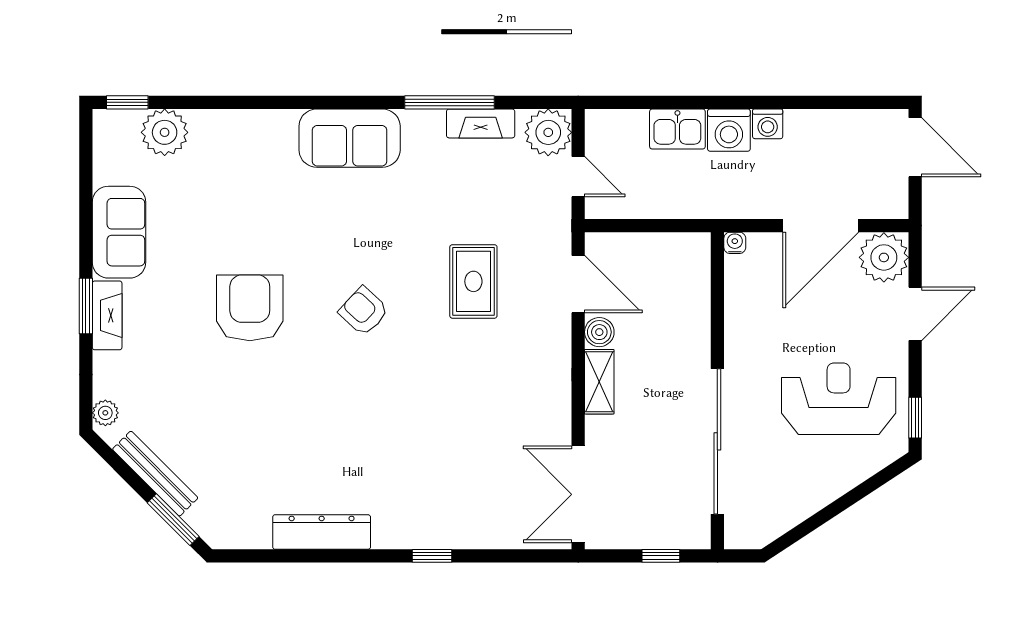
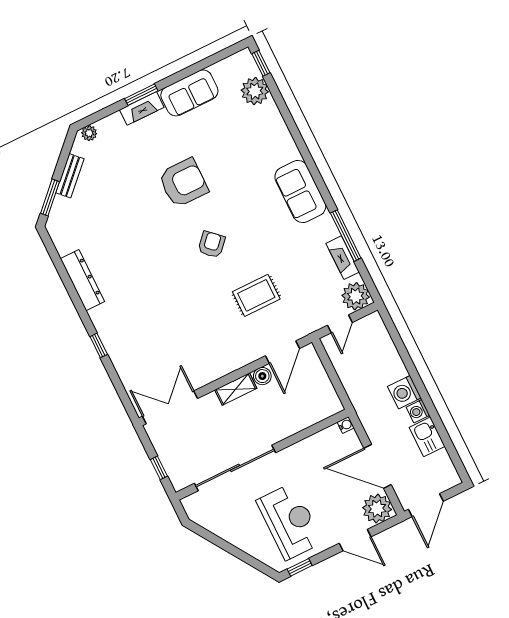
kitchen sink: (677, 129) -> (427, 437), moved
door: (915, 147) -> (426, 505), moved
bench: (155, 474) -> (70, 176), width x0.73

